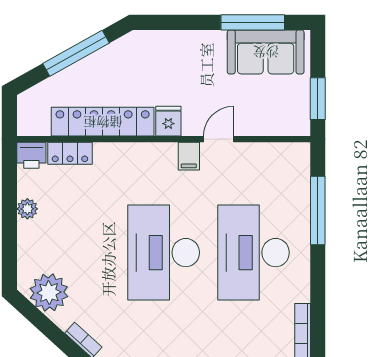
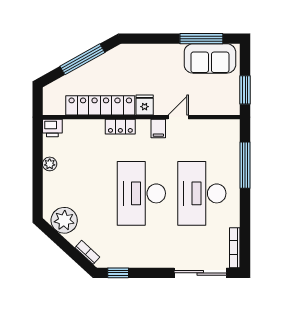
locker: (70, 153) -> (120, 127), moved

